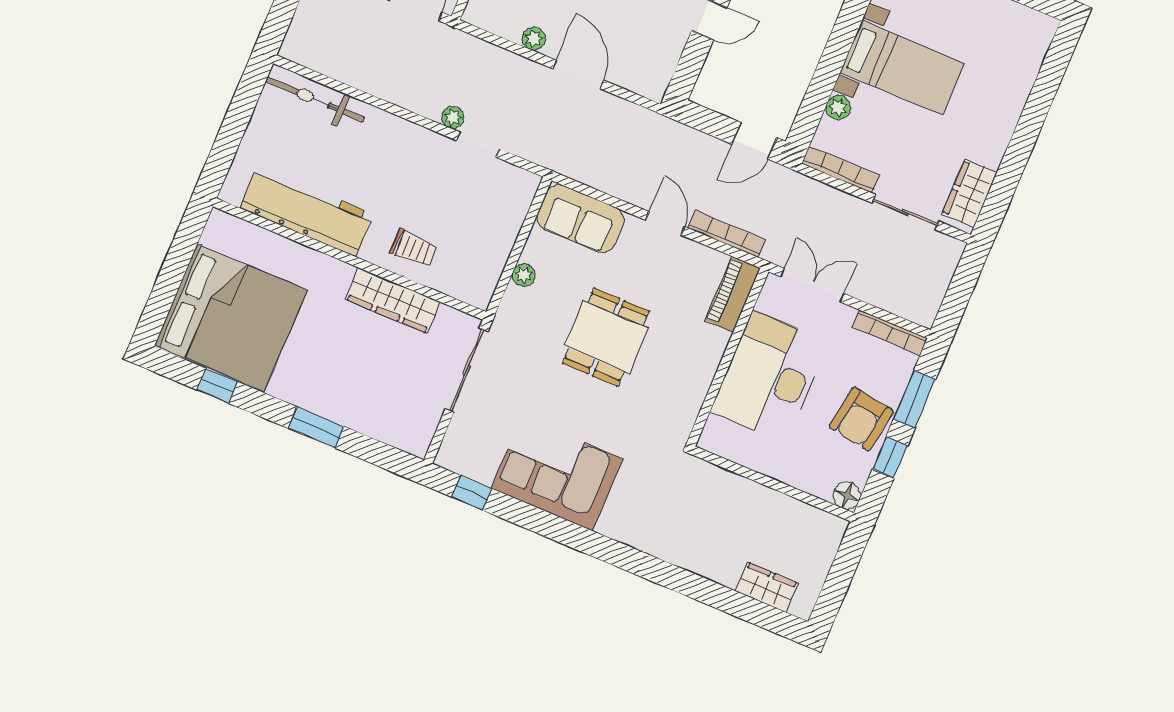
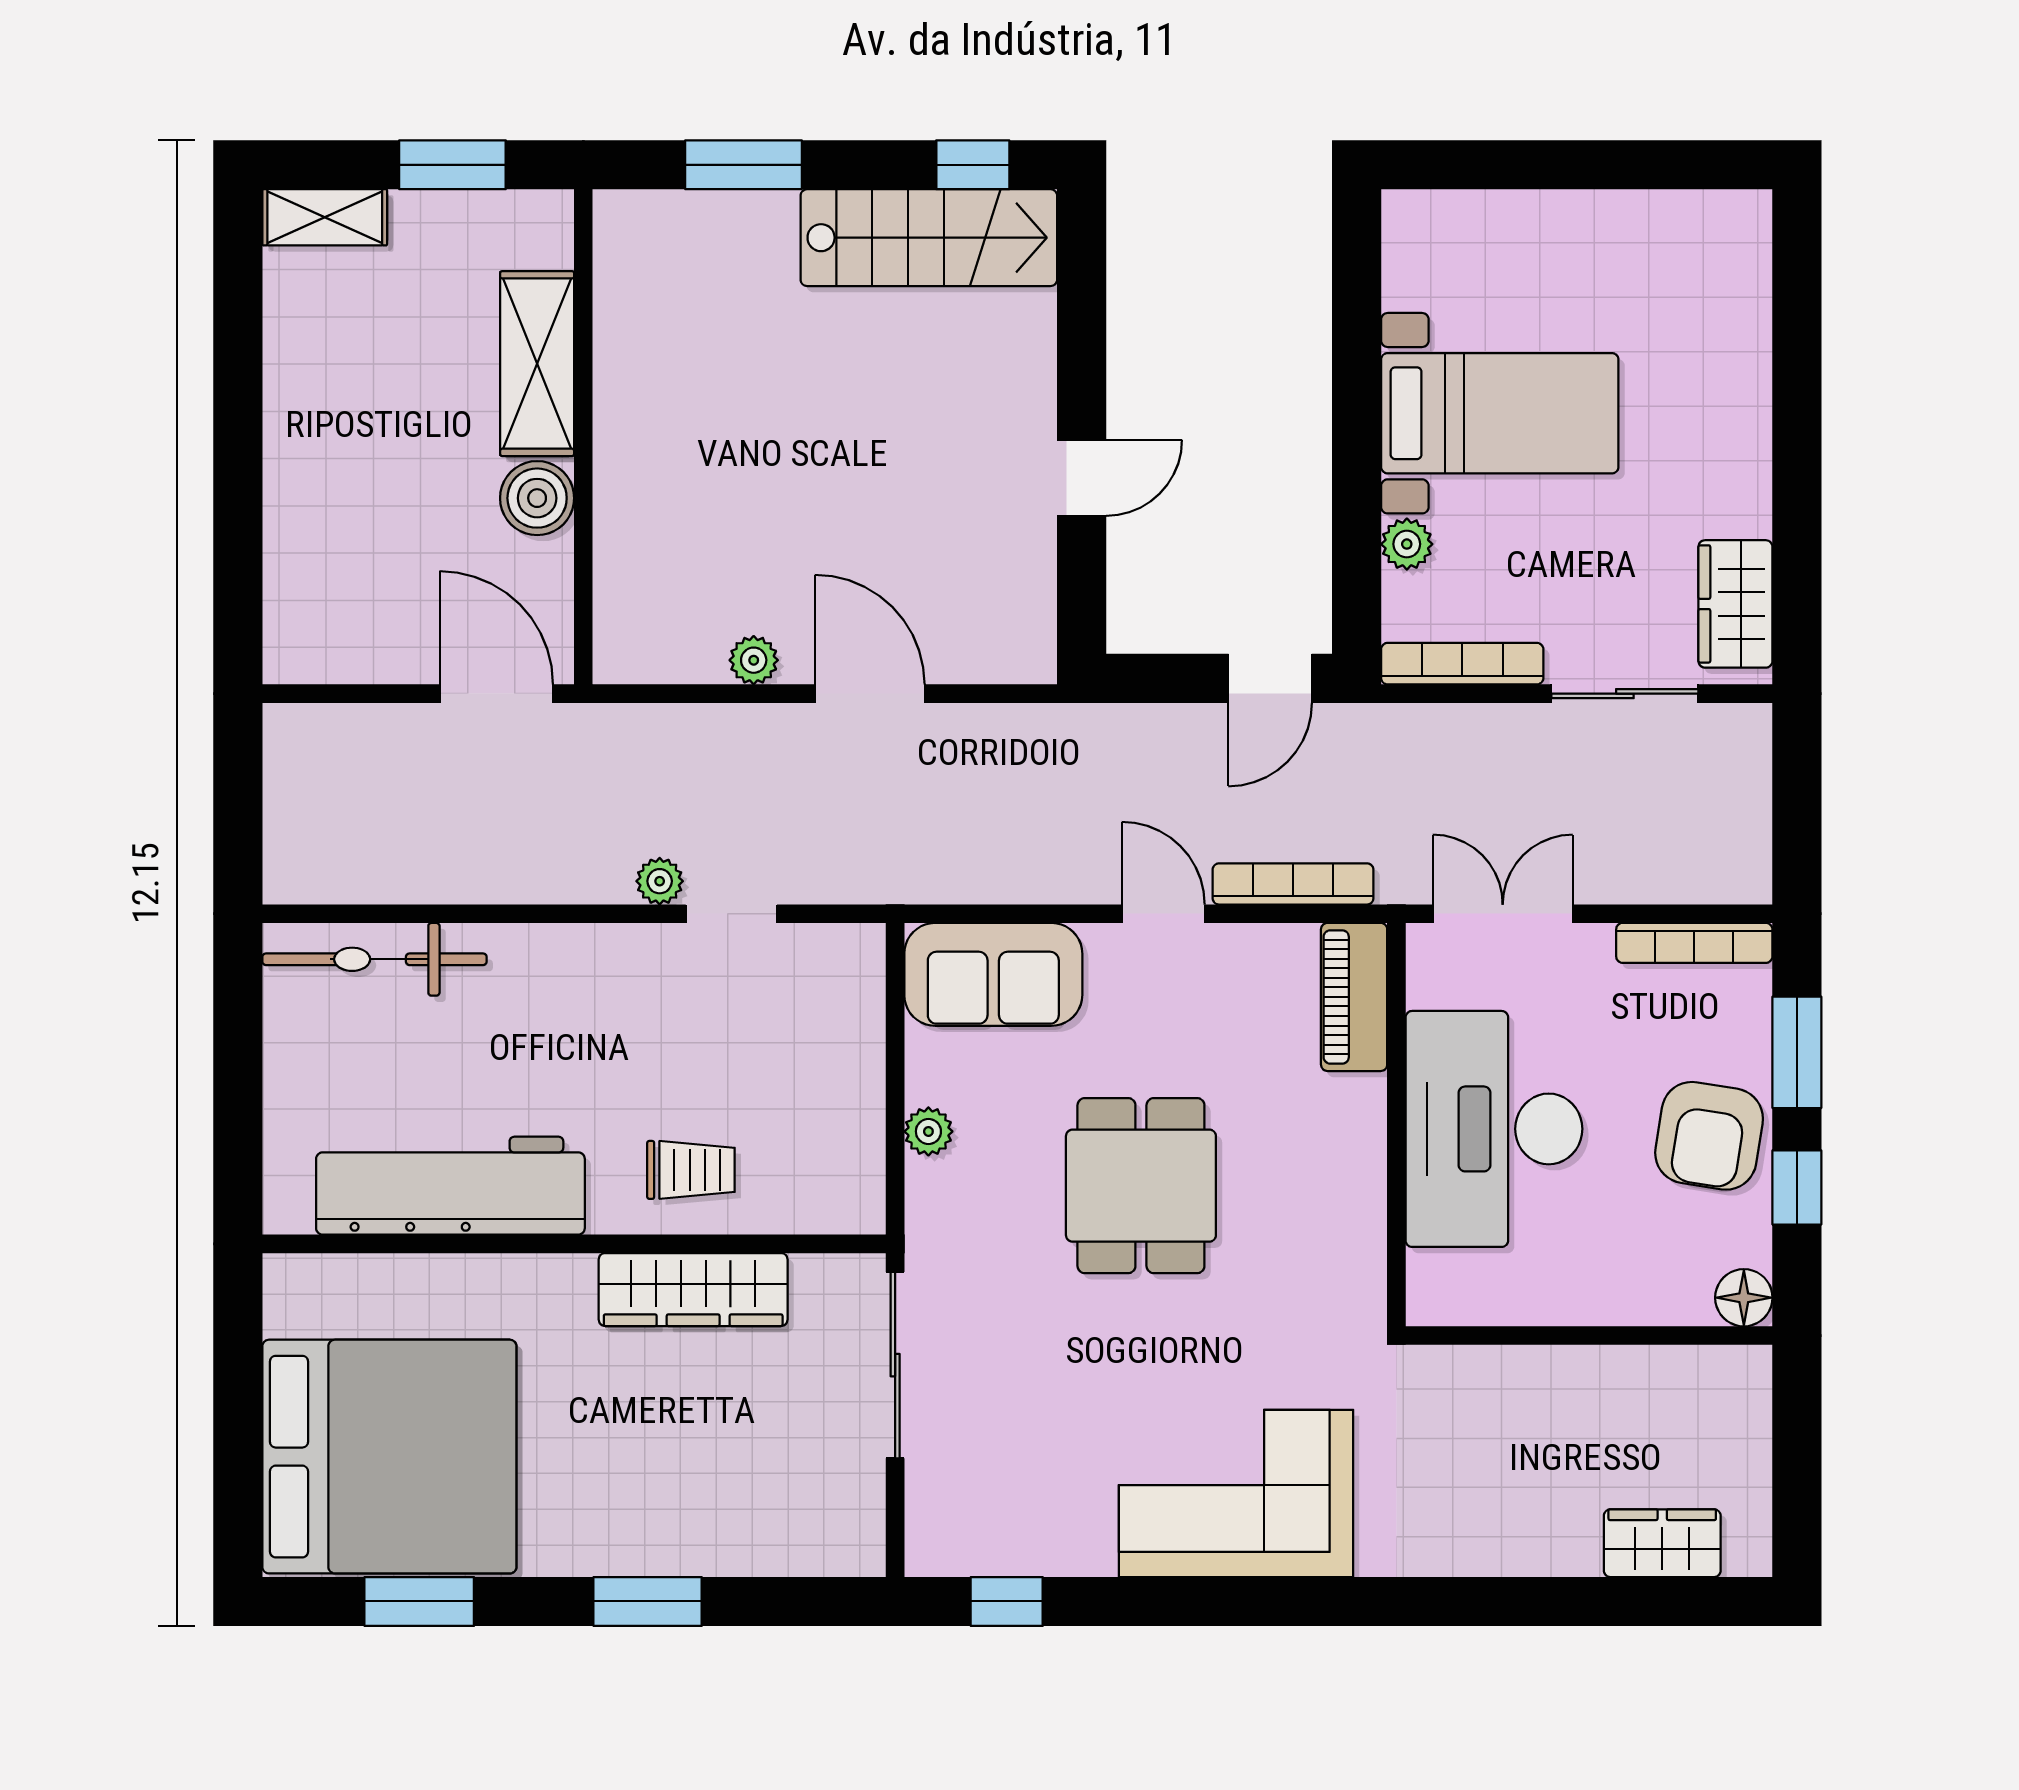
window: (217, 386) -> (419, 1601), width x1.50
corner sofa: (557, 474) -> (1236, 1493), moved

